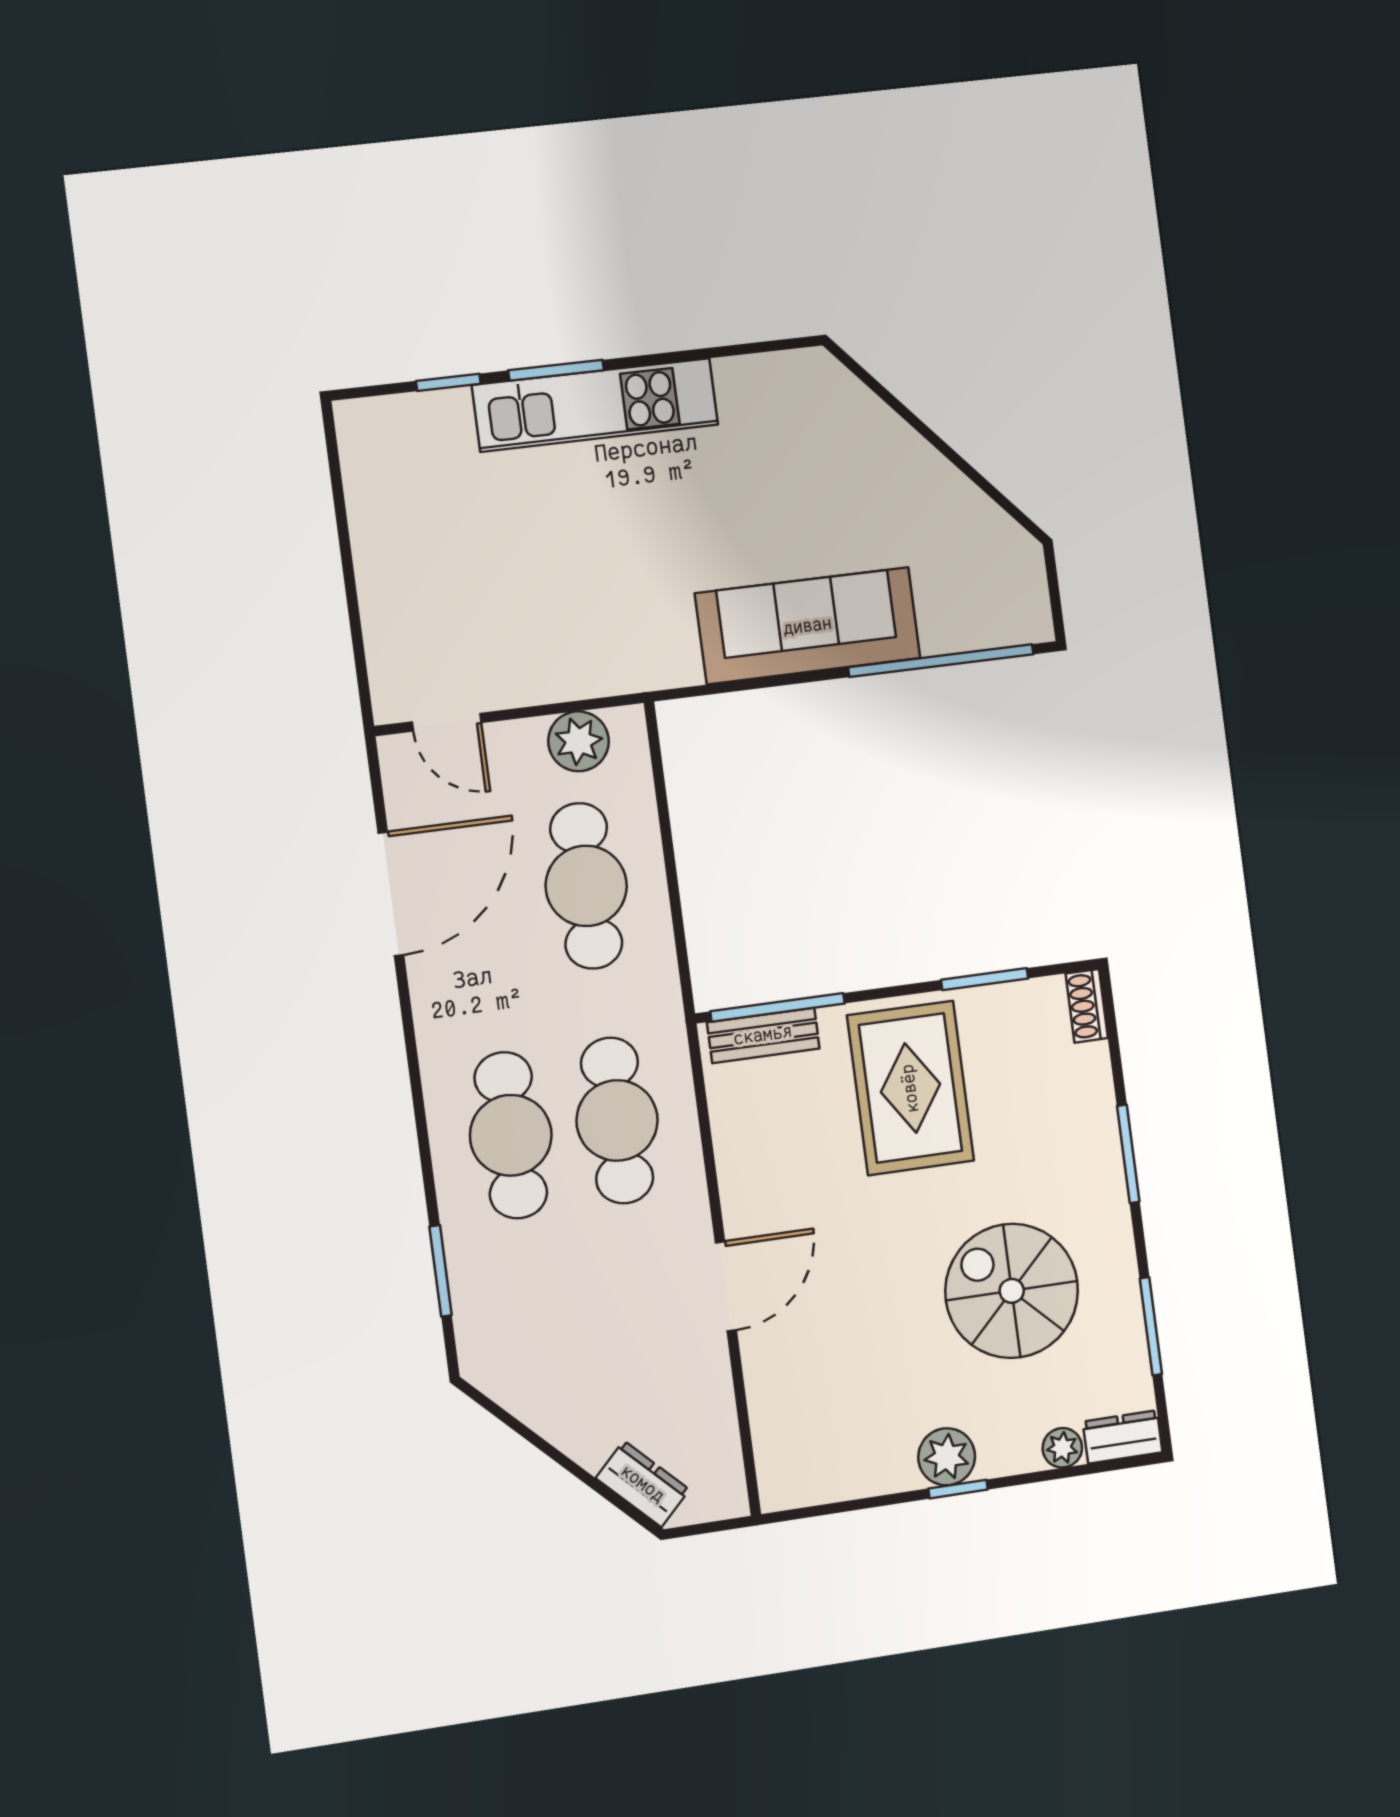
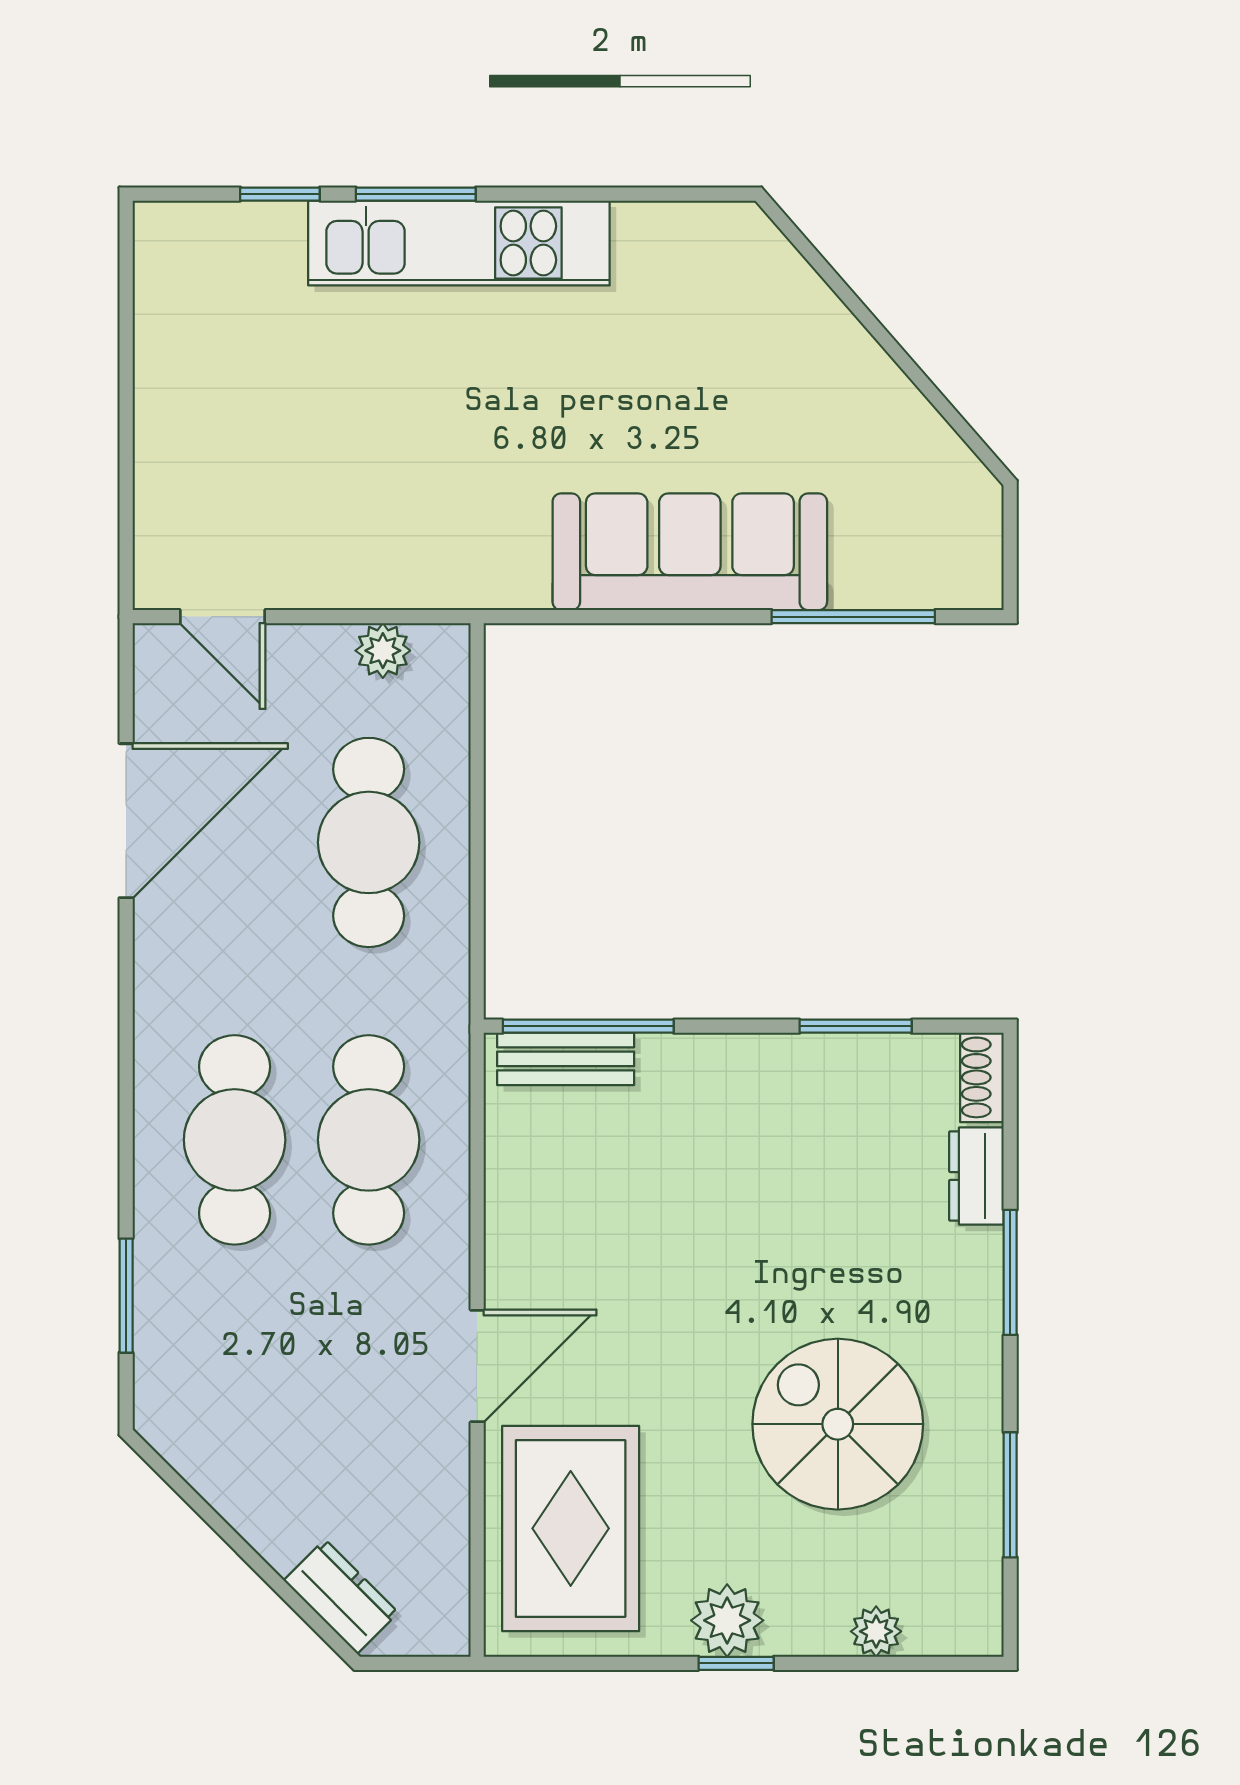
window: (941, 661) -> (853, 617), width x0.68
plant: (578, 741) -> (383, 651), width x0.73, depth x0.73
rug: (910, 1088) -> (571, 1528), moved
dresser: (1123, 1437) -> (976, 1176), moved, turned -90

